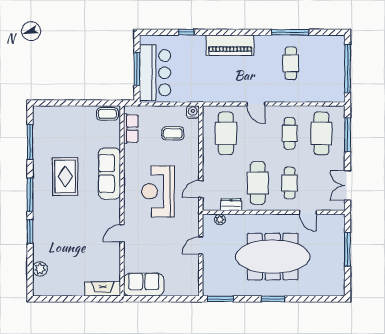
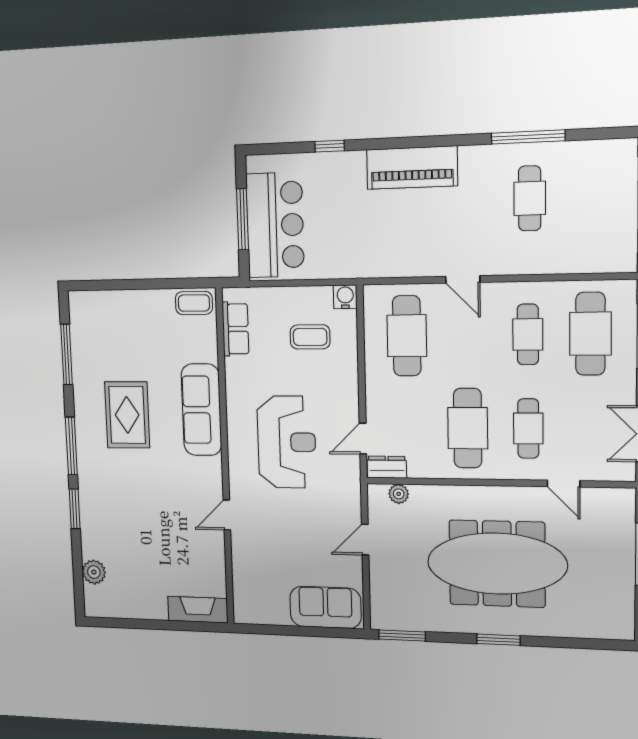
reception desk: (158, 191) -> (287, 442), turned 180
dresser: (231, 205) -> (387, 467), moved
sofa: (144, 285) -> (325, 607), moved

